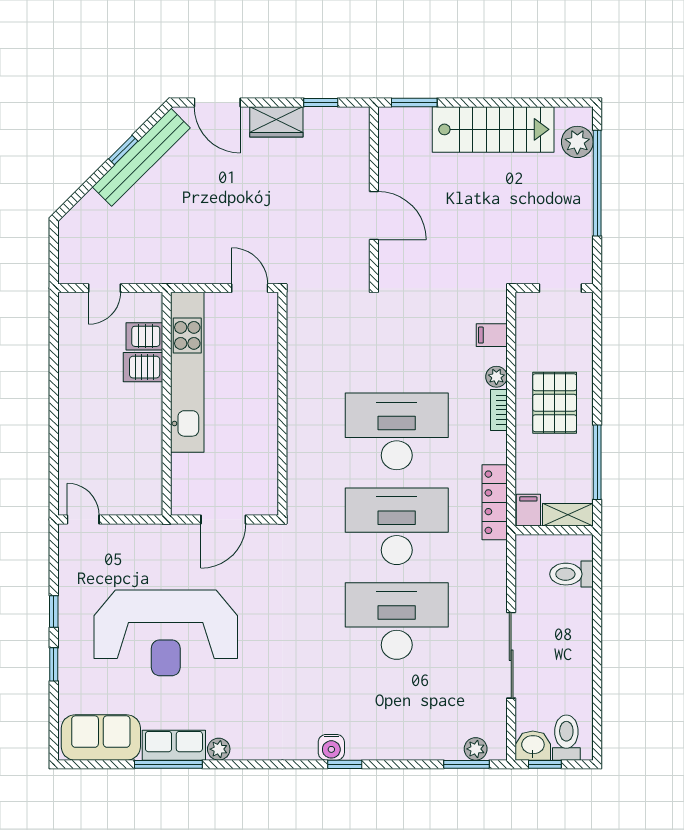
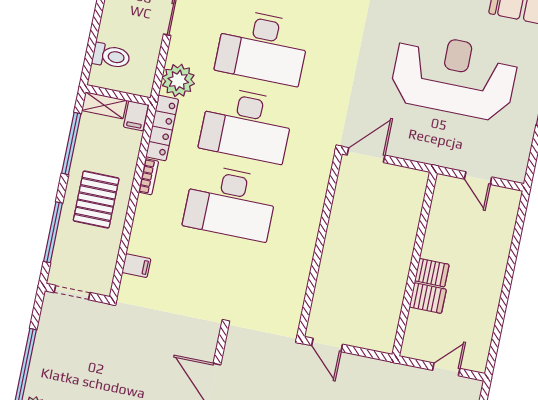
server rack: (144, 336) -> (432, 273), moved
window: (597, 354) -> (53, 232), added
kitchen unit: (187, 372) -> (392, 286), removed
plant: (496, 377) -> (178, 80), moved, width x1.87, depth x1.87
bookcase: (499, 410) -> (149, 177), moved
door: (83, 519) -> (478, 178), moved
door: (223, 519) -> (366, 155), moved

